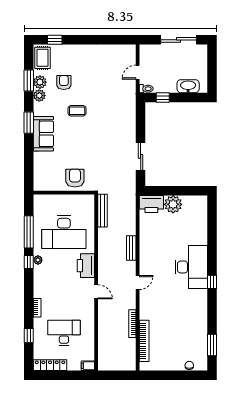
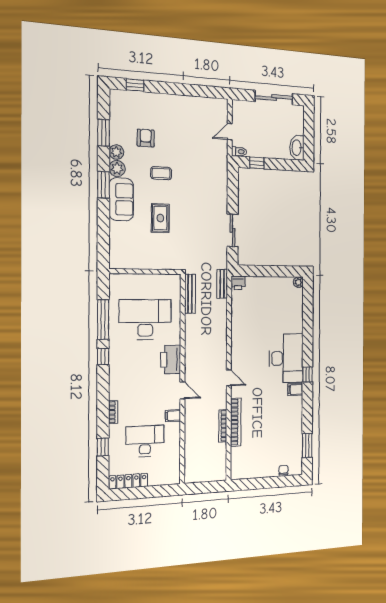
rug: (42, 58) -> (160, 218), moved
plant: (40, 82) -> (117, 169), moved
washbasin: (188, 86) -> (297, 148), moved, turned -90
armchair: (75, 178) -> (158, 254), removed
printer: (151, 204) -> (238, 283), width x0.53, depth x0.68
plant: (173, 204) -> (298, 282), moved, width x0.53, depth x0.53
desk: (64, 232) -> (145, 319), turned 180
bench: (131, 248) -> (222, 284), moved
plant: (38, 260) -> (114, 354), removed
door: (138, 283) -> (229, 378), hinge flipped
filing cabinet: (200, 295) -> (295, 389), added
bookcase: (144, 341) -> (236, 422), moved
filing cabinet: (88, 366) -> (173, 416), moved

